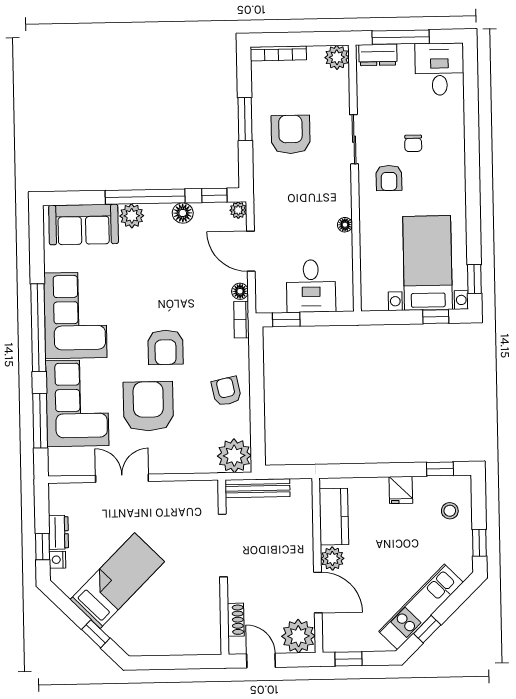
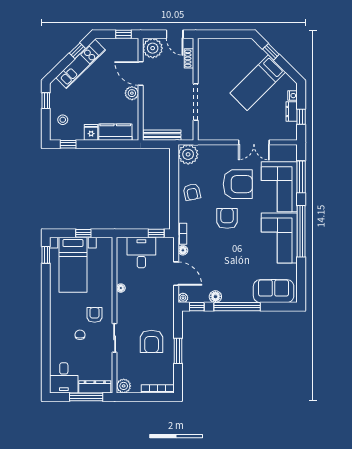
dresser: (378, 55) -> (95, 387), width x1.44
plant: (132, 216) -> (245, 296), removed
window: (436, 317) -> (83, 233), moved
armchair: (148, 406) -> (238, 184), turned -90
bench: (257, 488) -> (162, 135), moved
kitchen counter: (334, 517) -> (115, 132), moved, turned 90
window: (43, 547) -> (301, 117), moved

